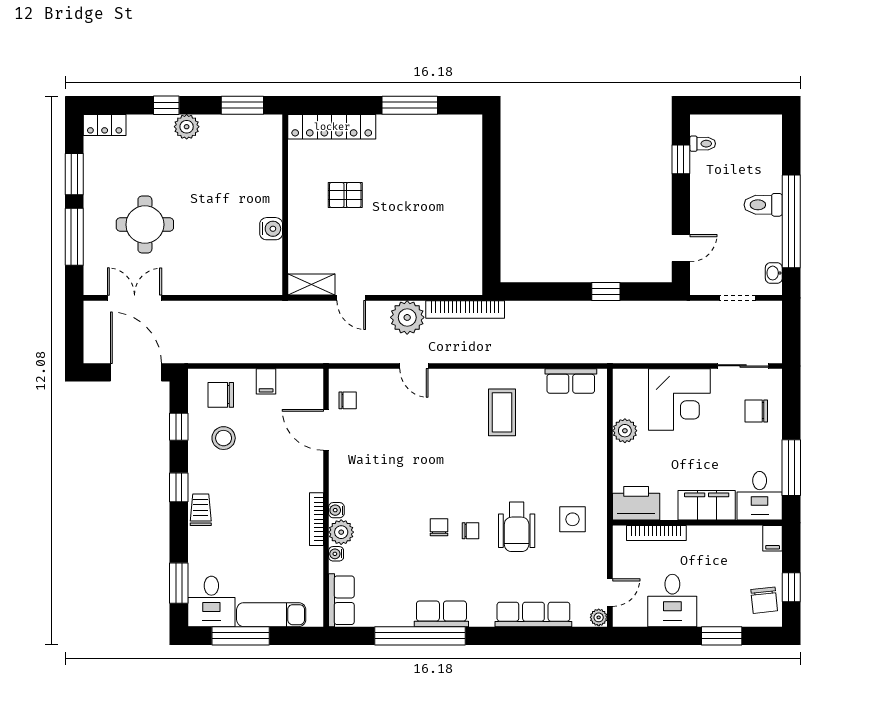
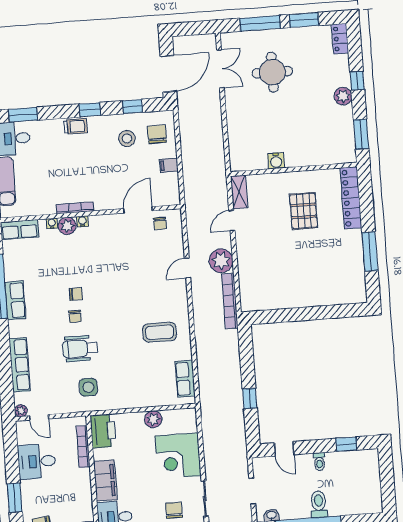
toilet: (703, 144) -> (319, 462), moved
pallet: (345, 195) -> (304, 211), width x1.50, depth x1.42

